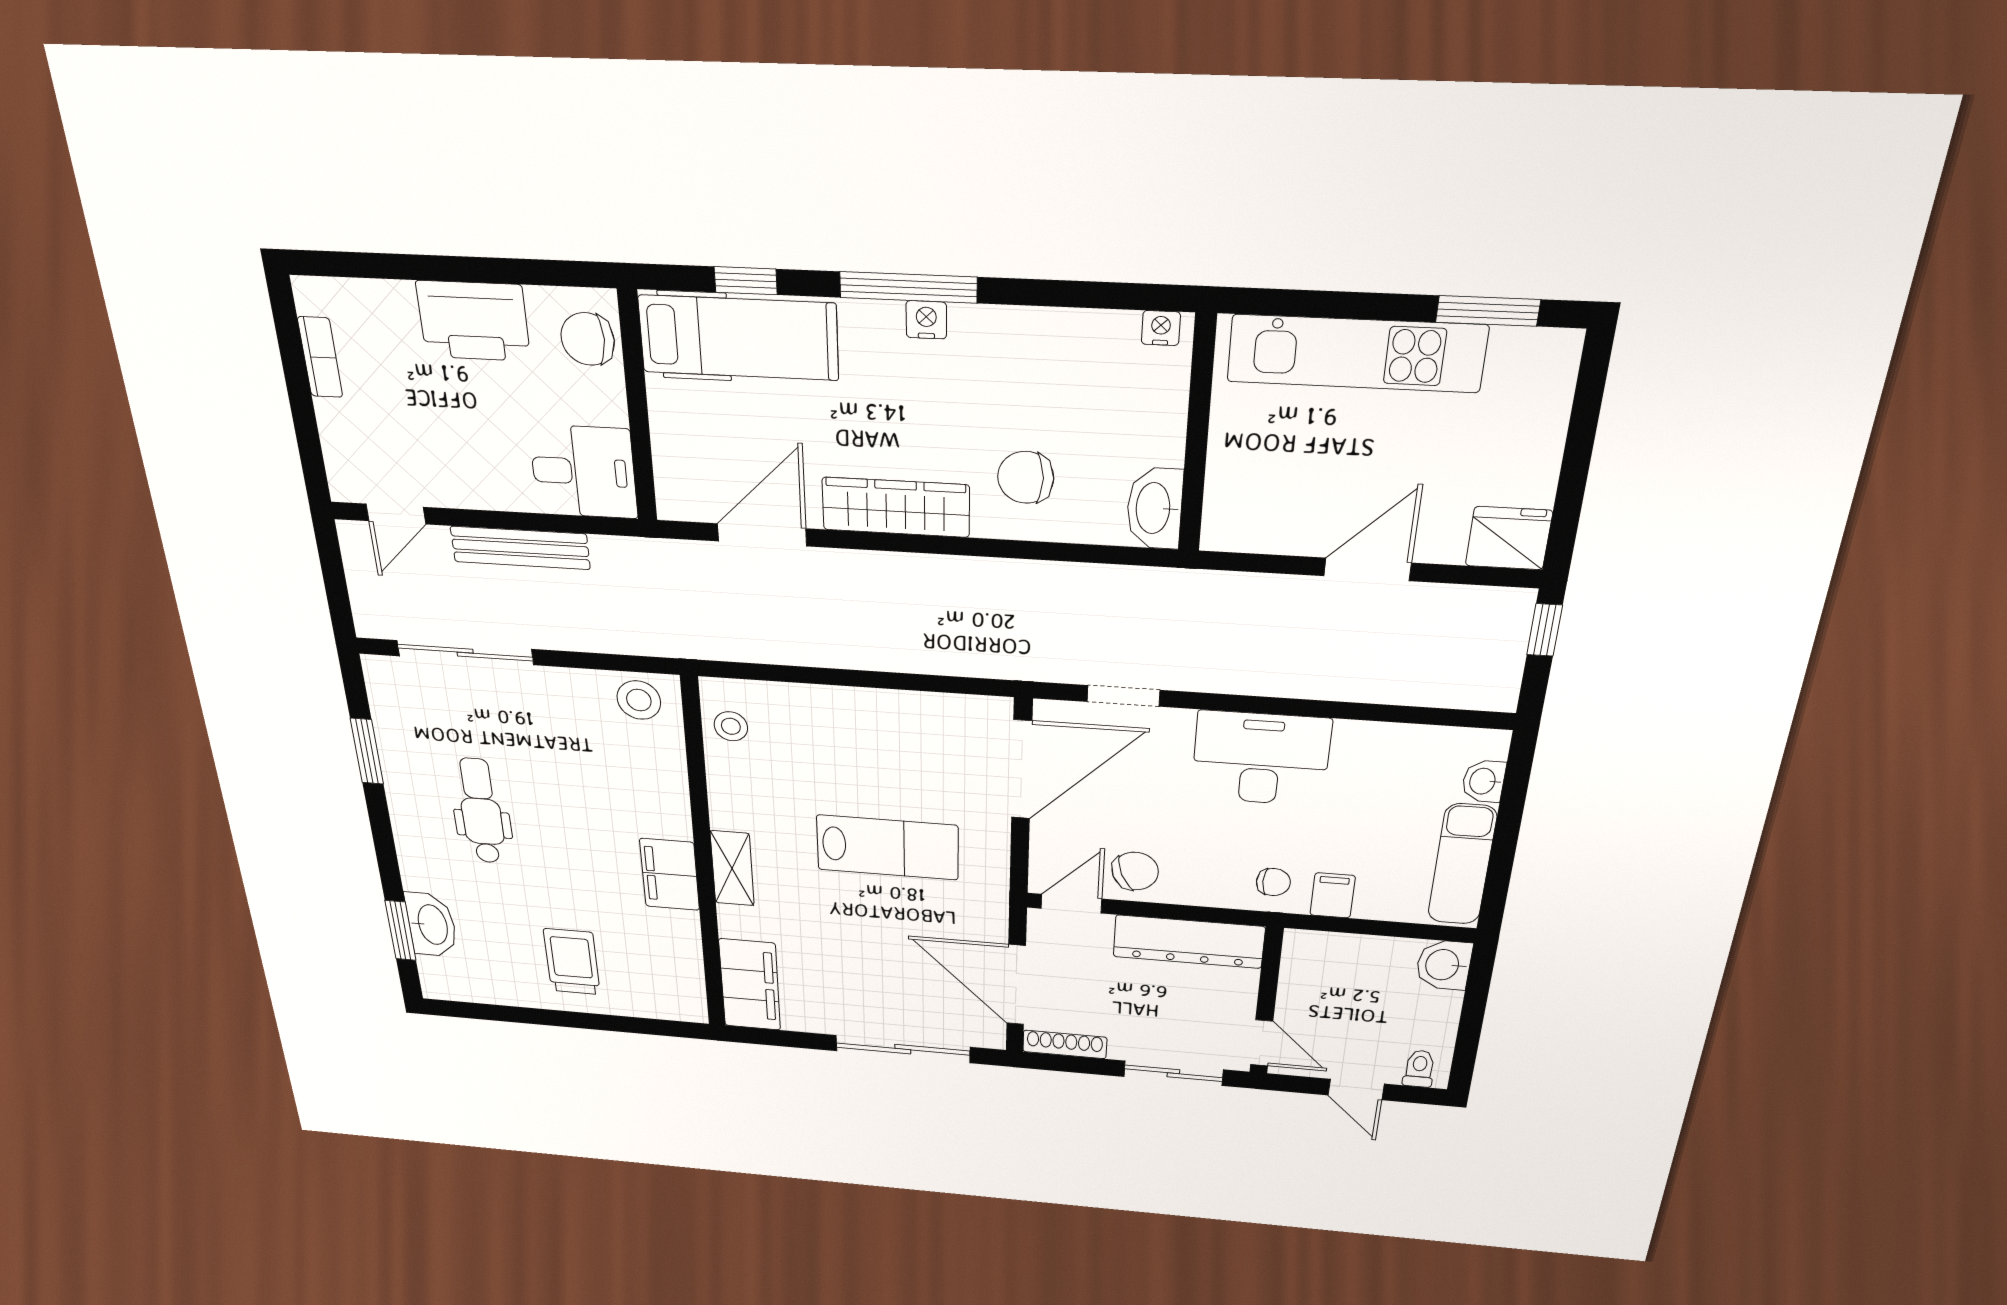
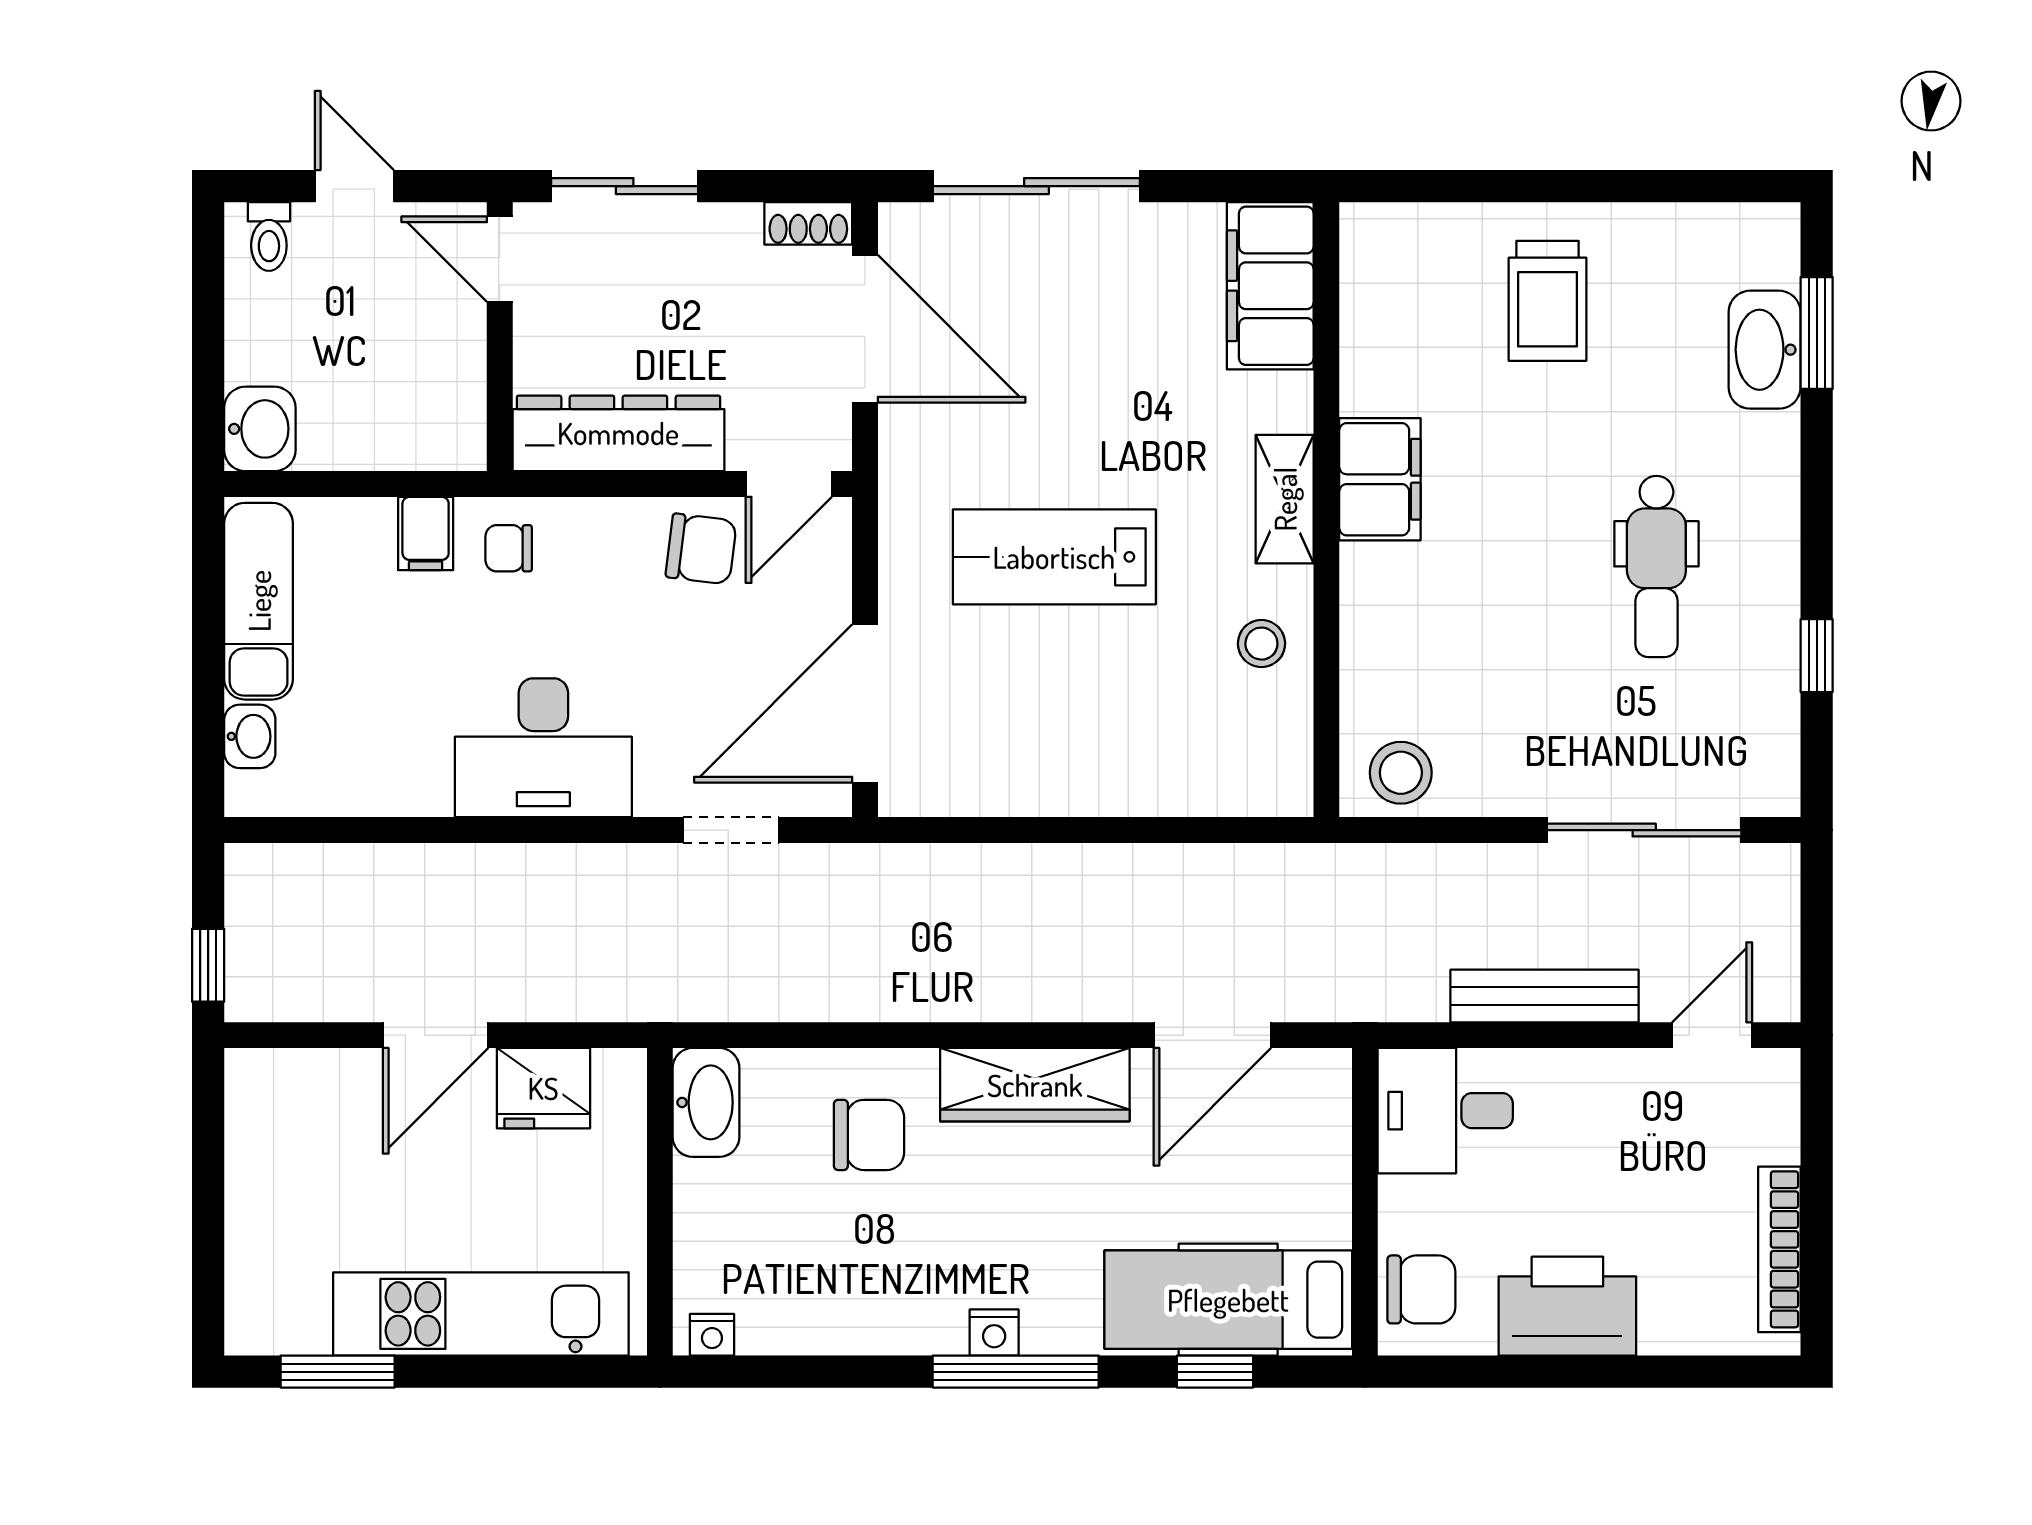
bookcase: (320, 357) -> (1779, 1249), width x1.56
fridge: (1509, 538) -> (543, 1088), moved
stool: (731, 726) -> (1261, 644), moved
window: (367, 751) -> (1817, 656), width x0.67
chair: (1135, 871) -> (701, 549), turned -151
shoe rack: (1065, 1044) -> (808, 223), width x0.70

